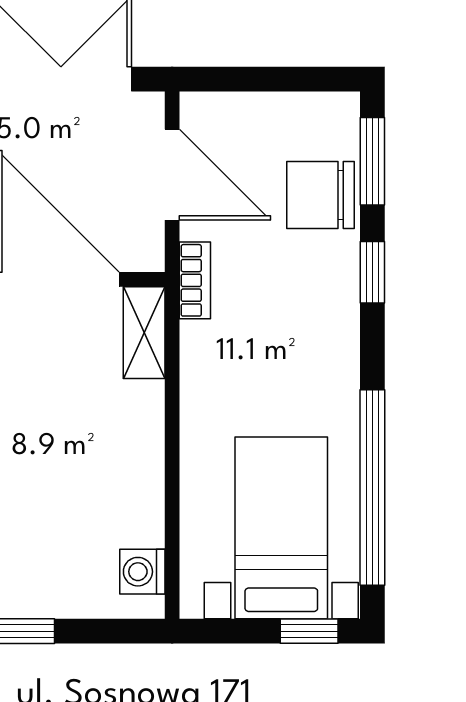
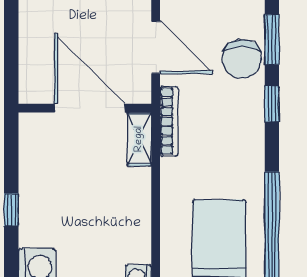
chair: (320, 195) -> (242, 59), turned -90
bookcase: (195, 280) -> (169, 121), width x1.56

